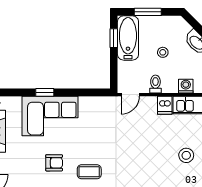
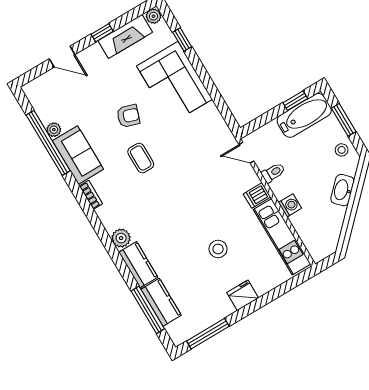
stool: (163, 52) -> (342, 150), moved
window: (45, 92) -> (182, 39), moved
armchair: (54, 163) -> (128, 116), turned -72

